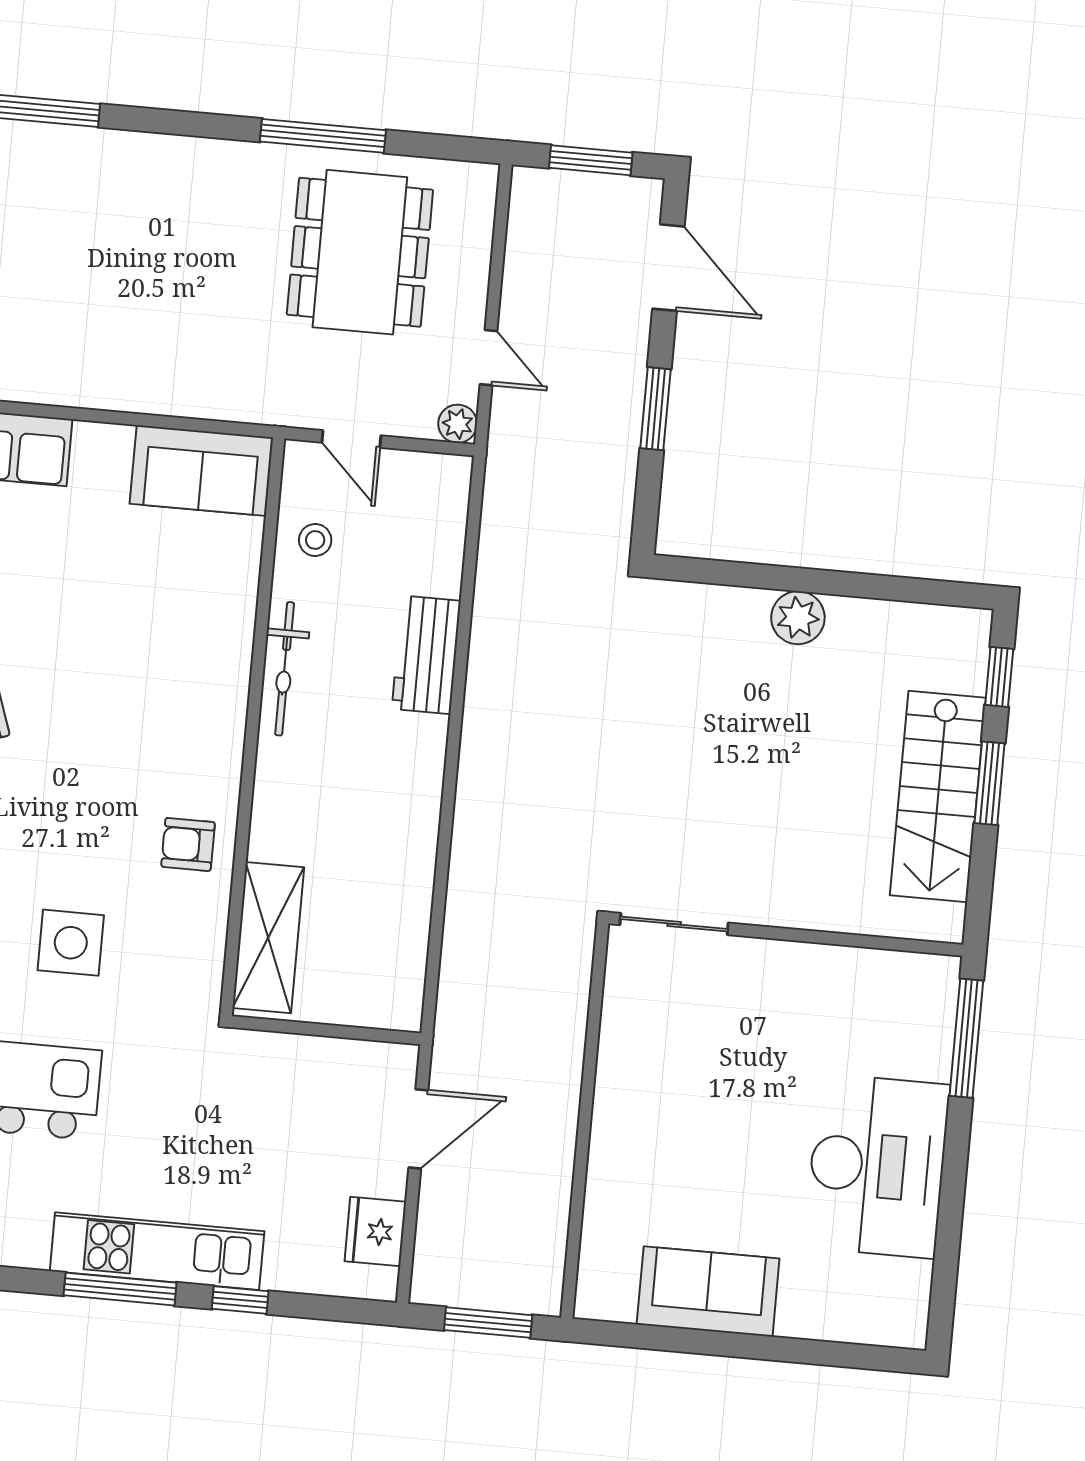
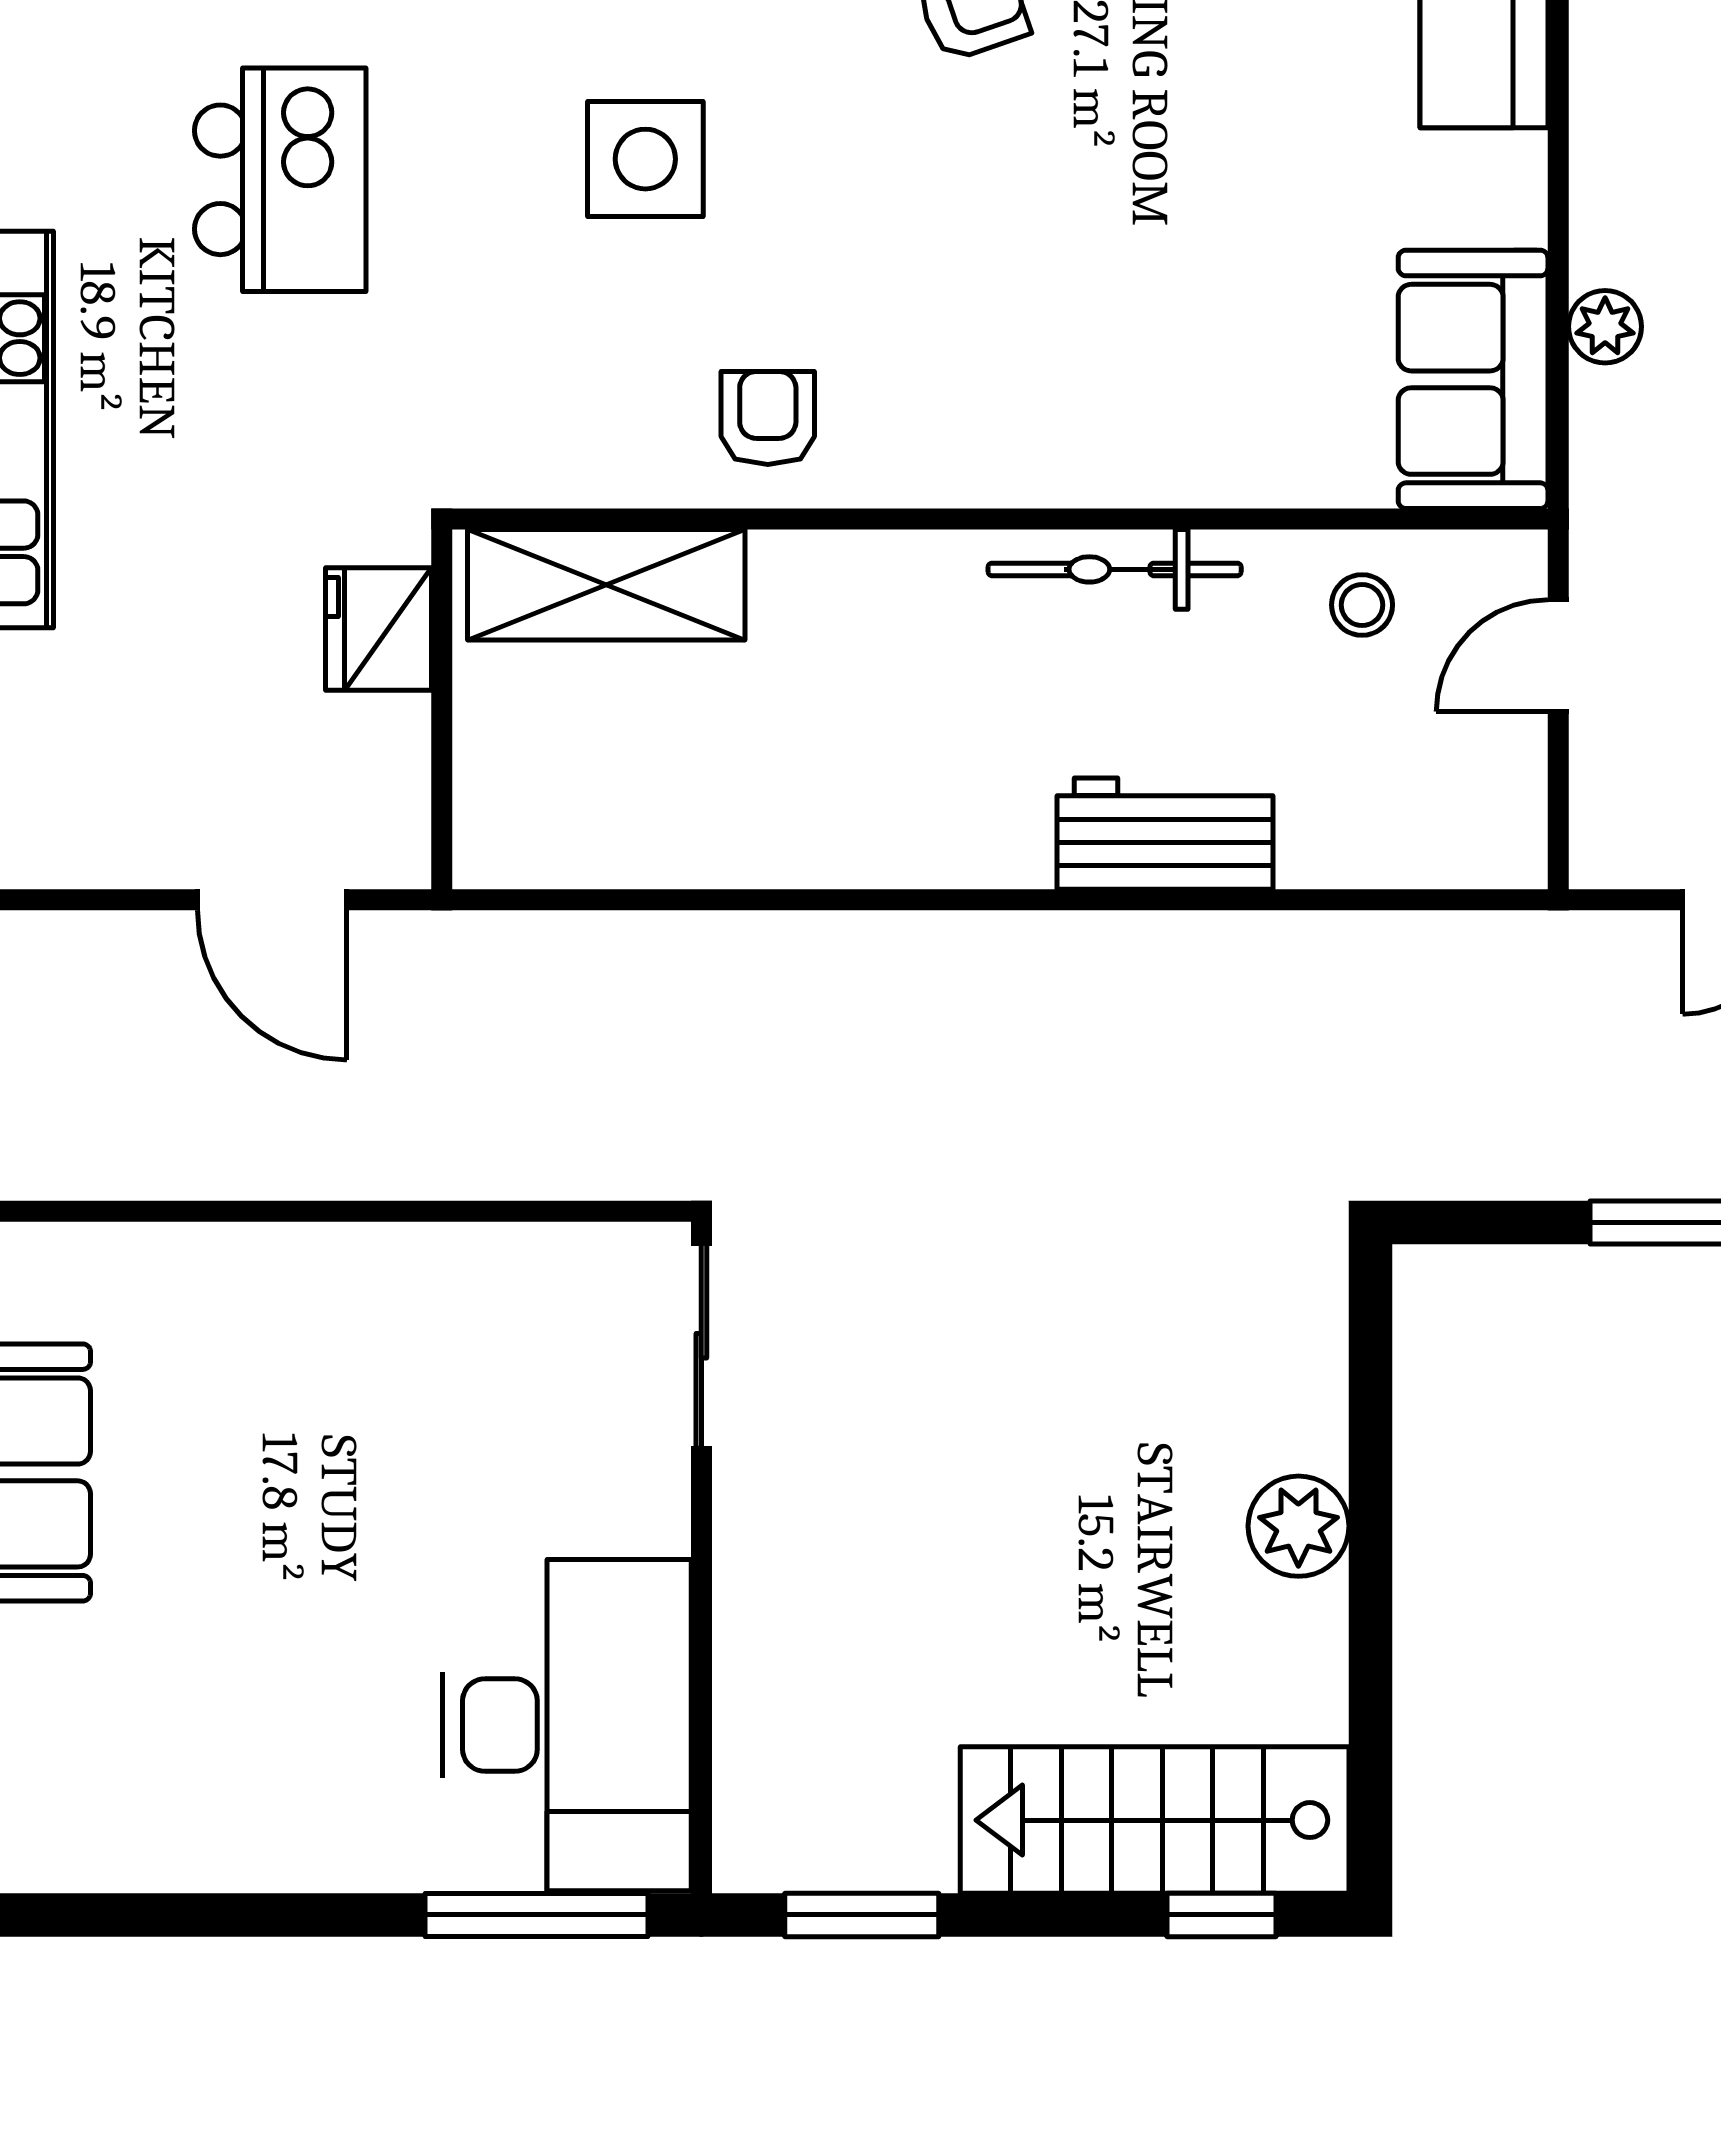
plant: (458, 424) -> (1605, 327), moved
window: (990, 783) -> (862, 1915), moved
stairs: (938, 796) -> (1155, 1820), moved
side table: (71, 943) -> (645, 159), moved
desk: (877, 1166) -> (567, 1725), moved, turned -90
fridge: (375, 1231) -> (379, 629), moved, turned -90

